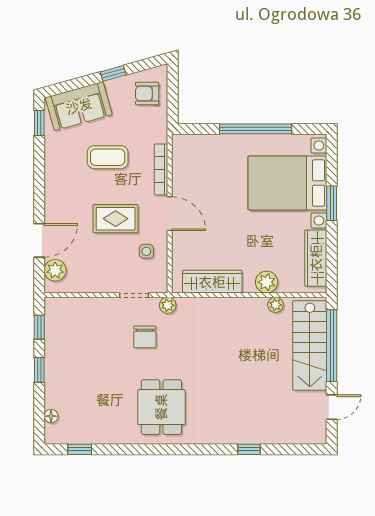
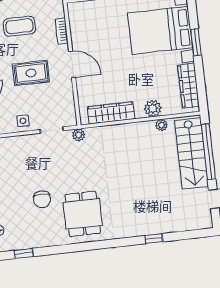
bookcase: (161, 169) -> (62, 31), width x0.64
side table: (146, 251) -> (23, 121), moved
chair: (145, 337) -> (42, 199), moved

